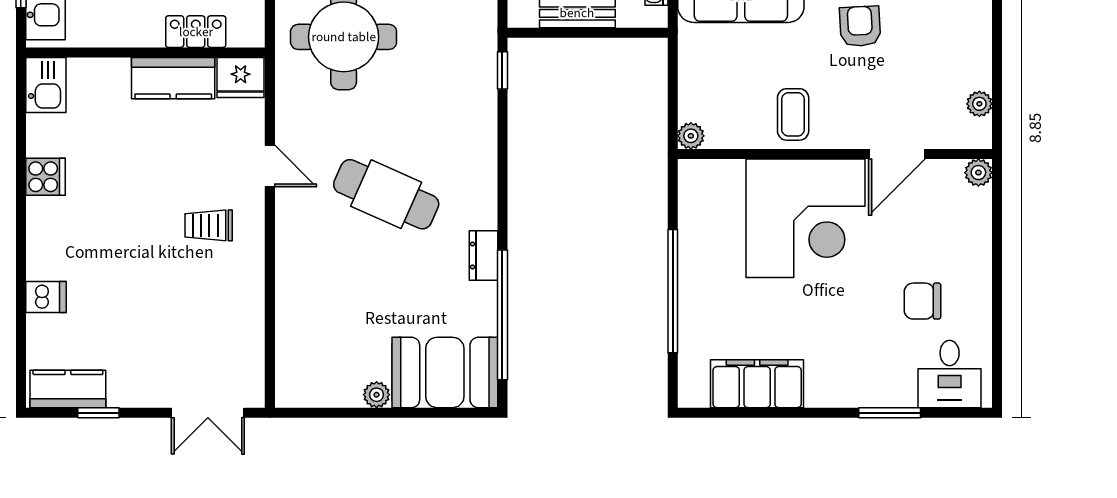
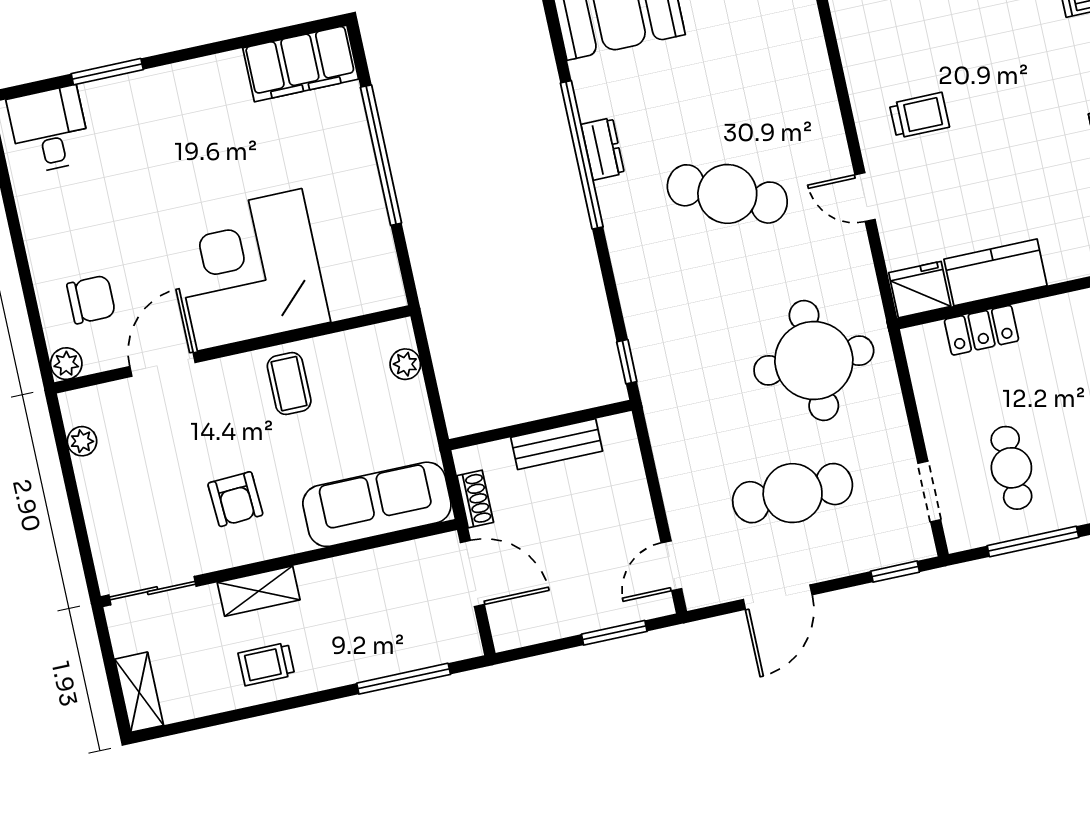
plant: (691, 136) -> (405, 364), moved
chair: (922, 301) -> (91, 300), moved
window: (502, 315) -> (582, 155), moved
filing cabinet: (757, 384) -> (301, 64), moved

